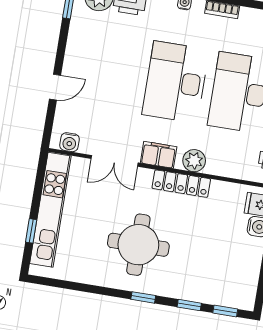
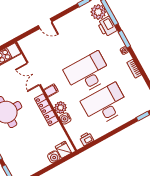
water cooler: (70, 142) -> (65, 119), moved
filing cabinet: (159, 155) -> (51, 90), width x0.50

